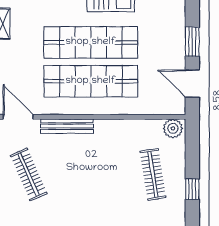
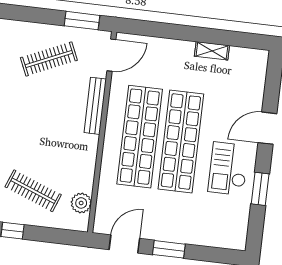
plant: (173, 128) -> (81, 203), moved
clothes rail: (153, 174) -> (33, 191), turned 30

